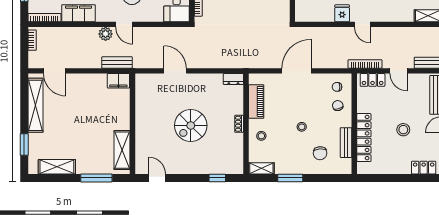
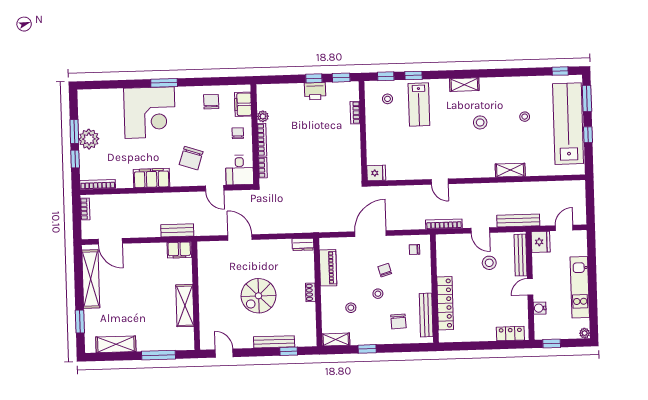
filing cabinet: (79, 13) -> (152, 178), moved
fridge: (342, 13) -> (376, 173), moved, turned 90
door: (124, 24) -> (215, 188), moved
plant: (106, 34) -> (164, 200), removed
locker: (373, 80) -> (453, 241), removed
chair: (338, 106) -> (385, 270), moved
stool: (403, 130) -> (489, 263), moved
stool: (261, 136) -> (351, 308), moved
bench: (346, 143) -> (426, 315), width x1.36
shelving: (122, 150) -> (185, 306), moved
bench: (204, 169) -> (274, 342), added
window: (290, 178) -> (367, 349), width x0.67

